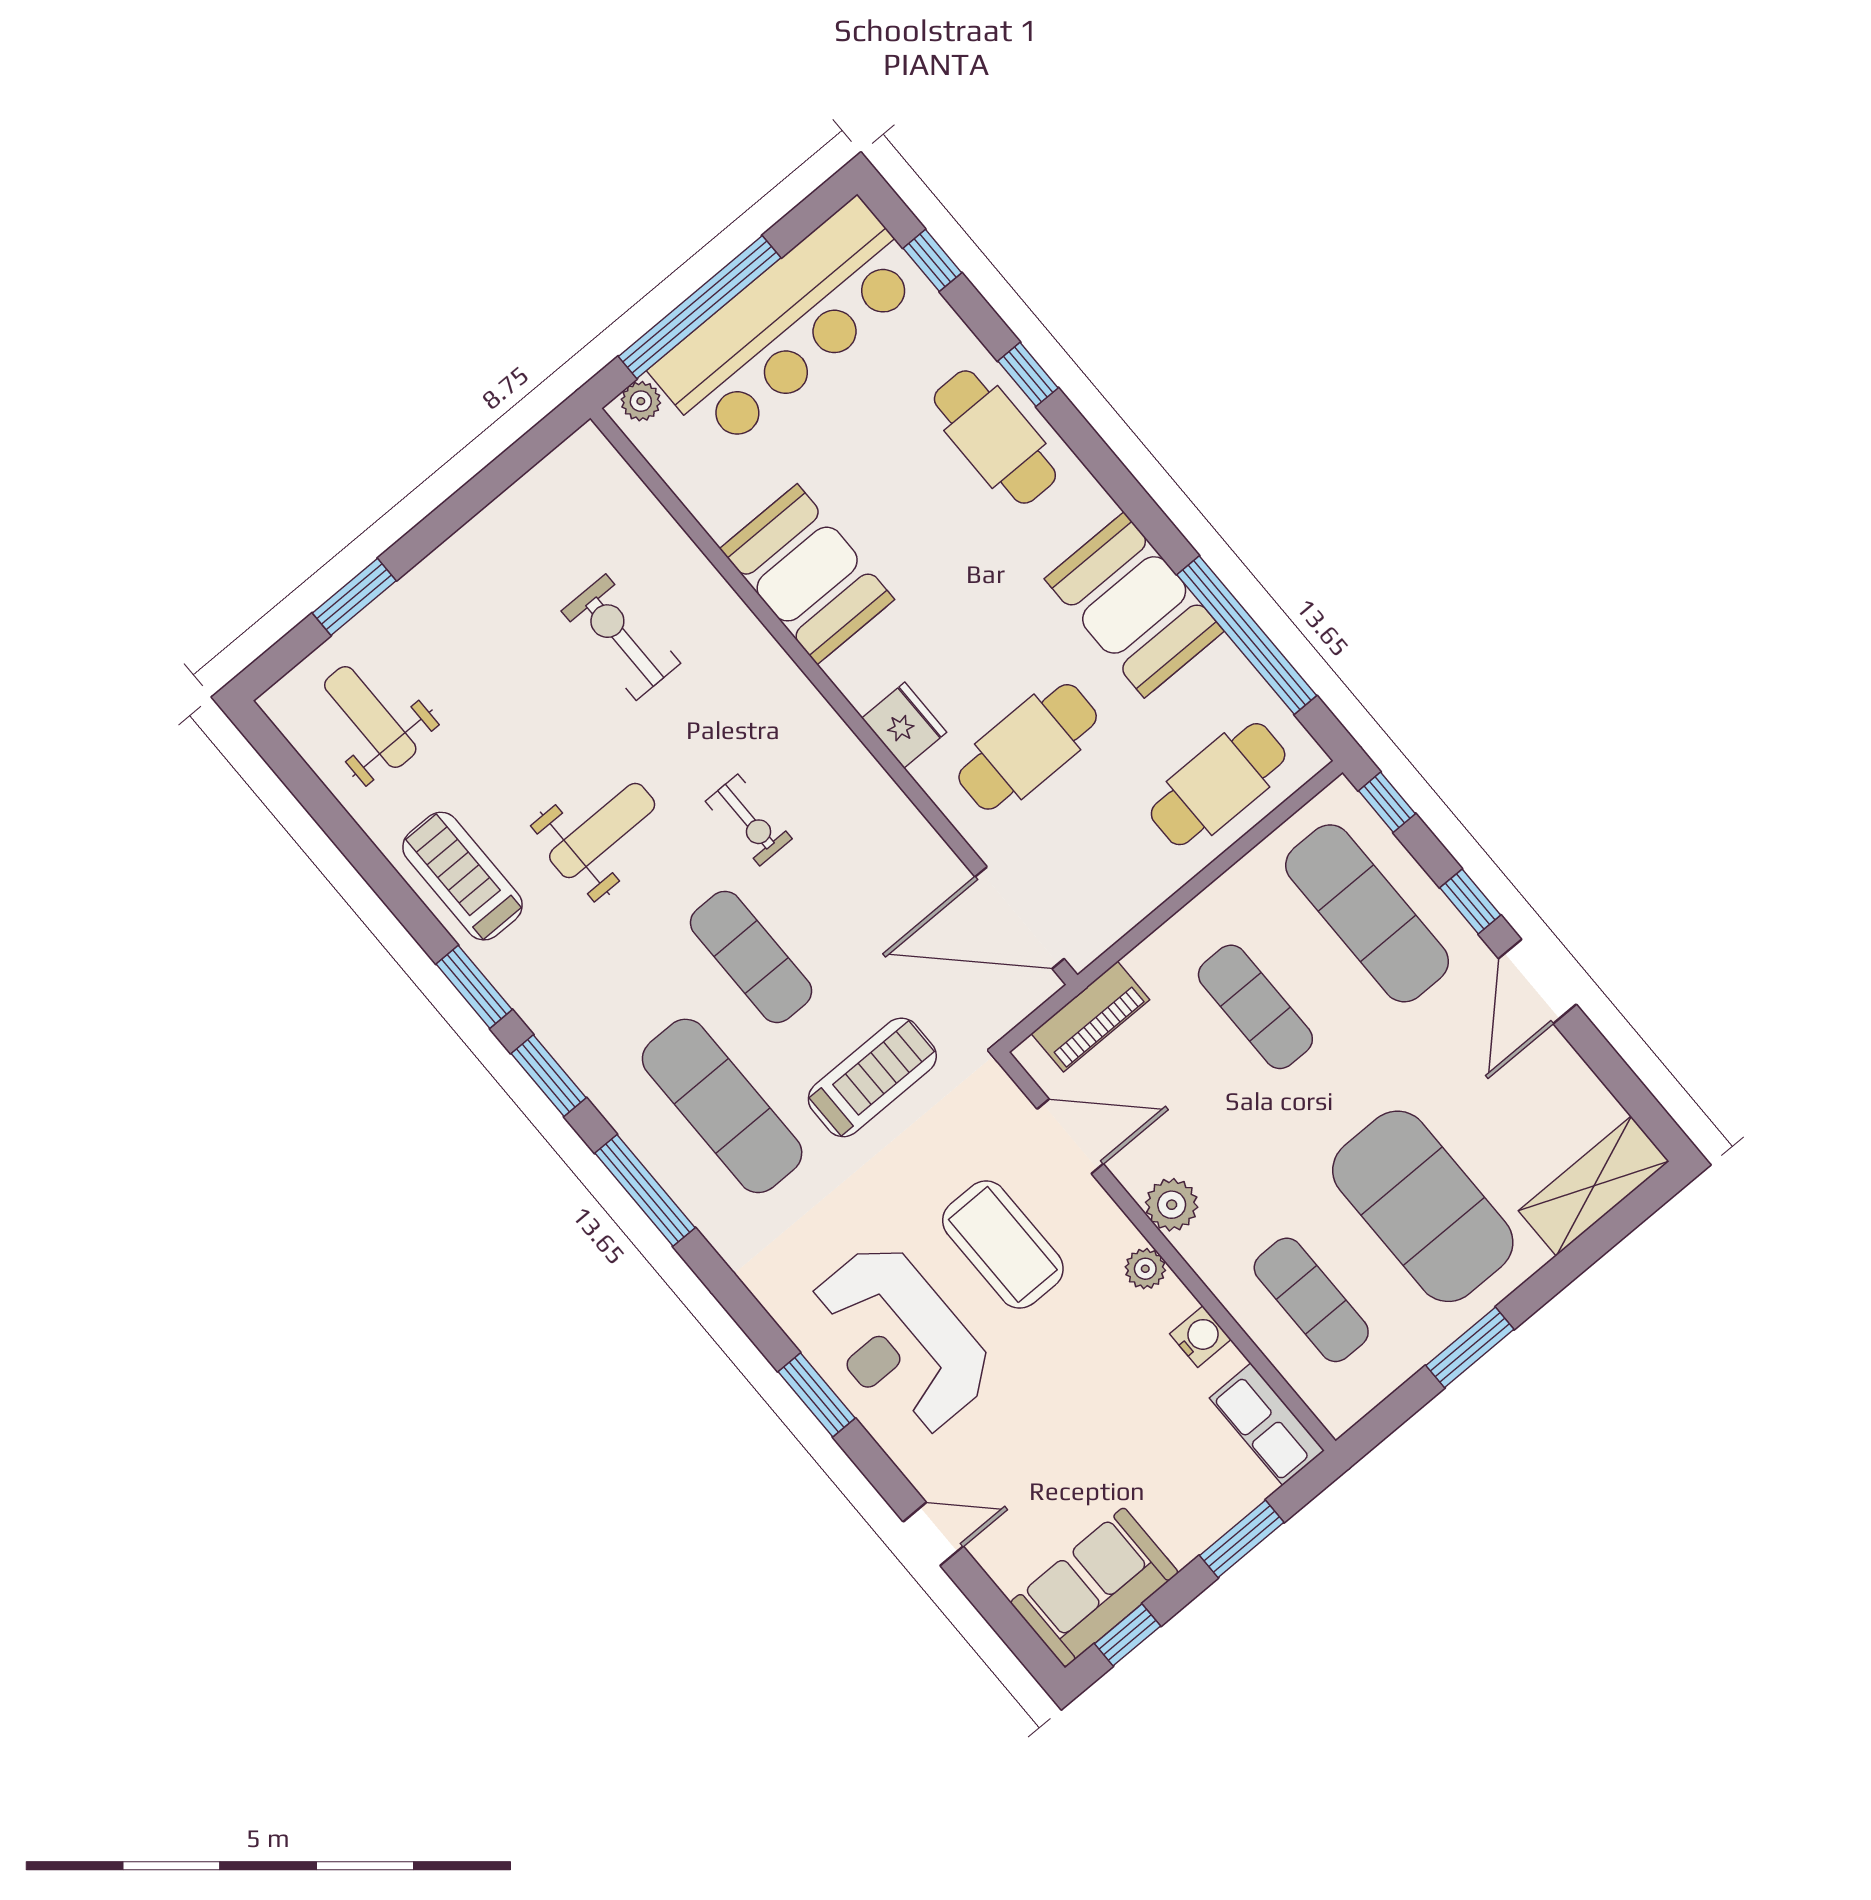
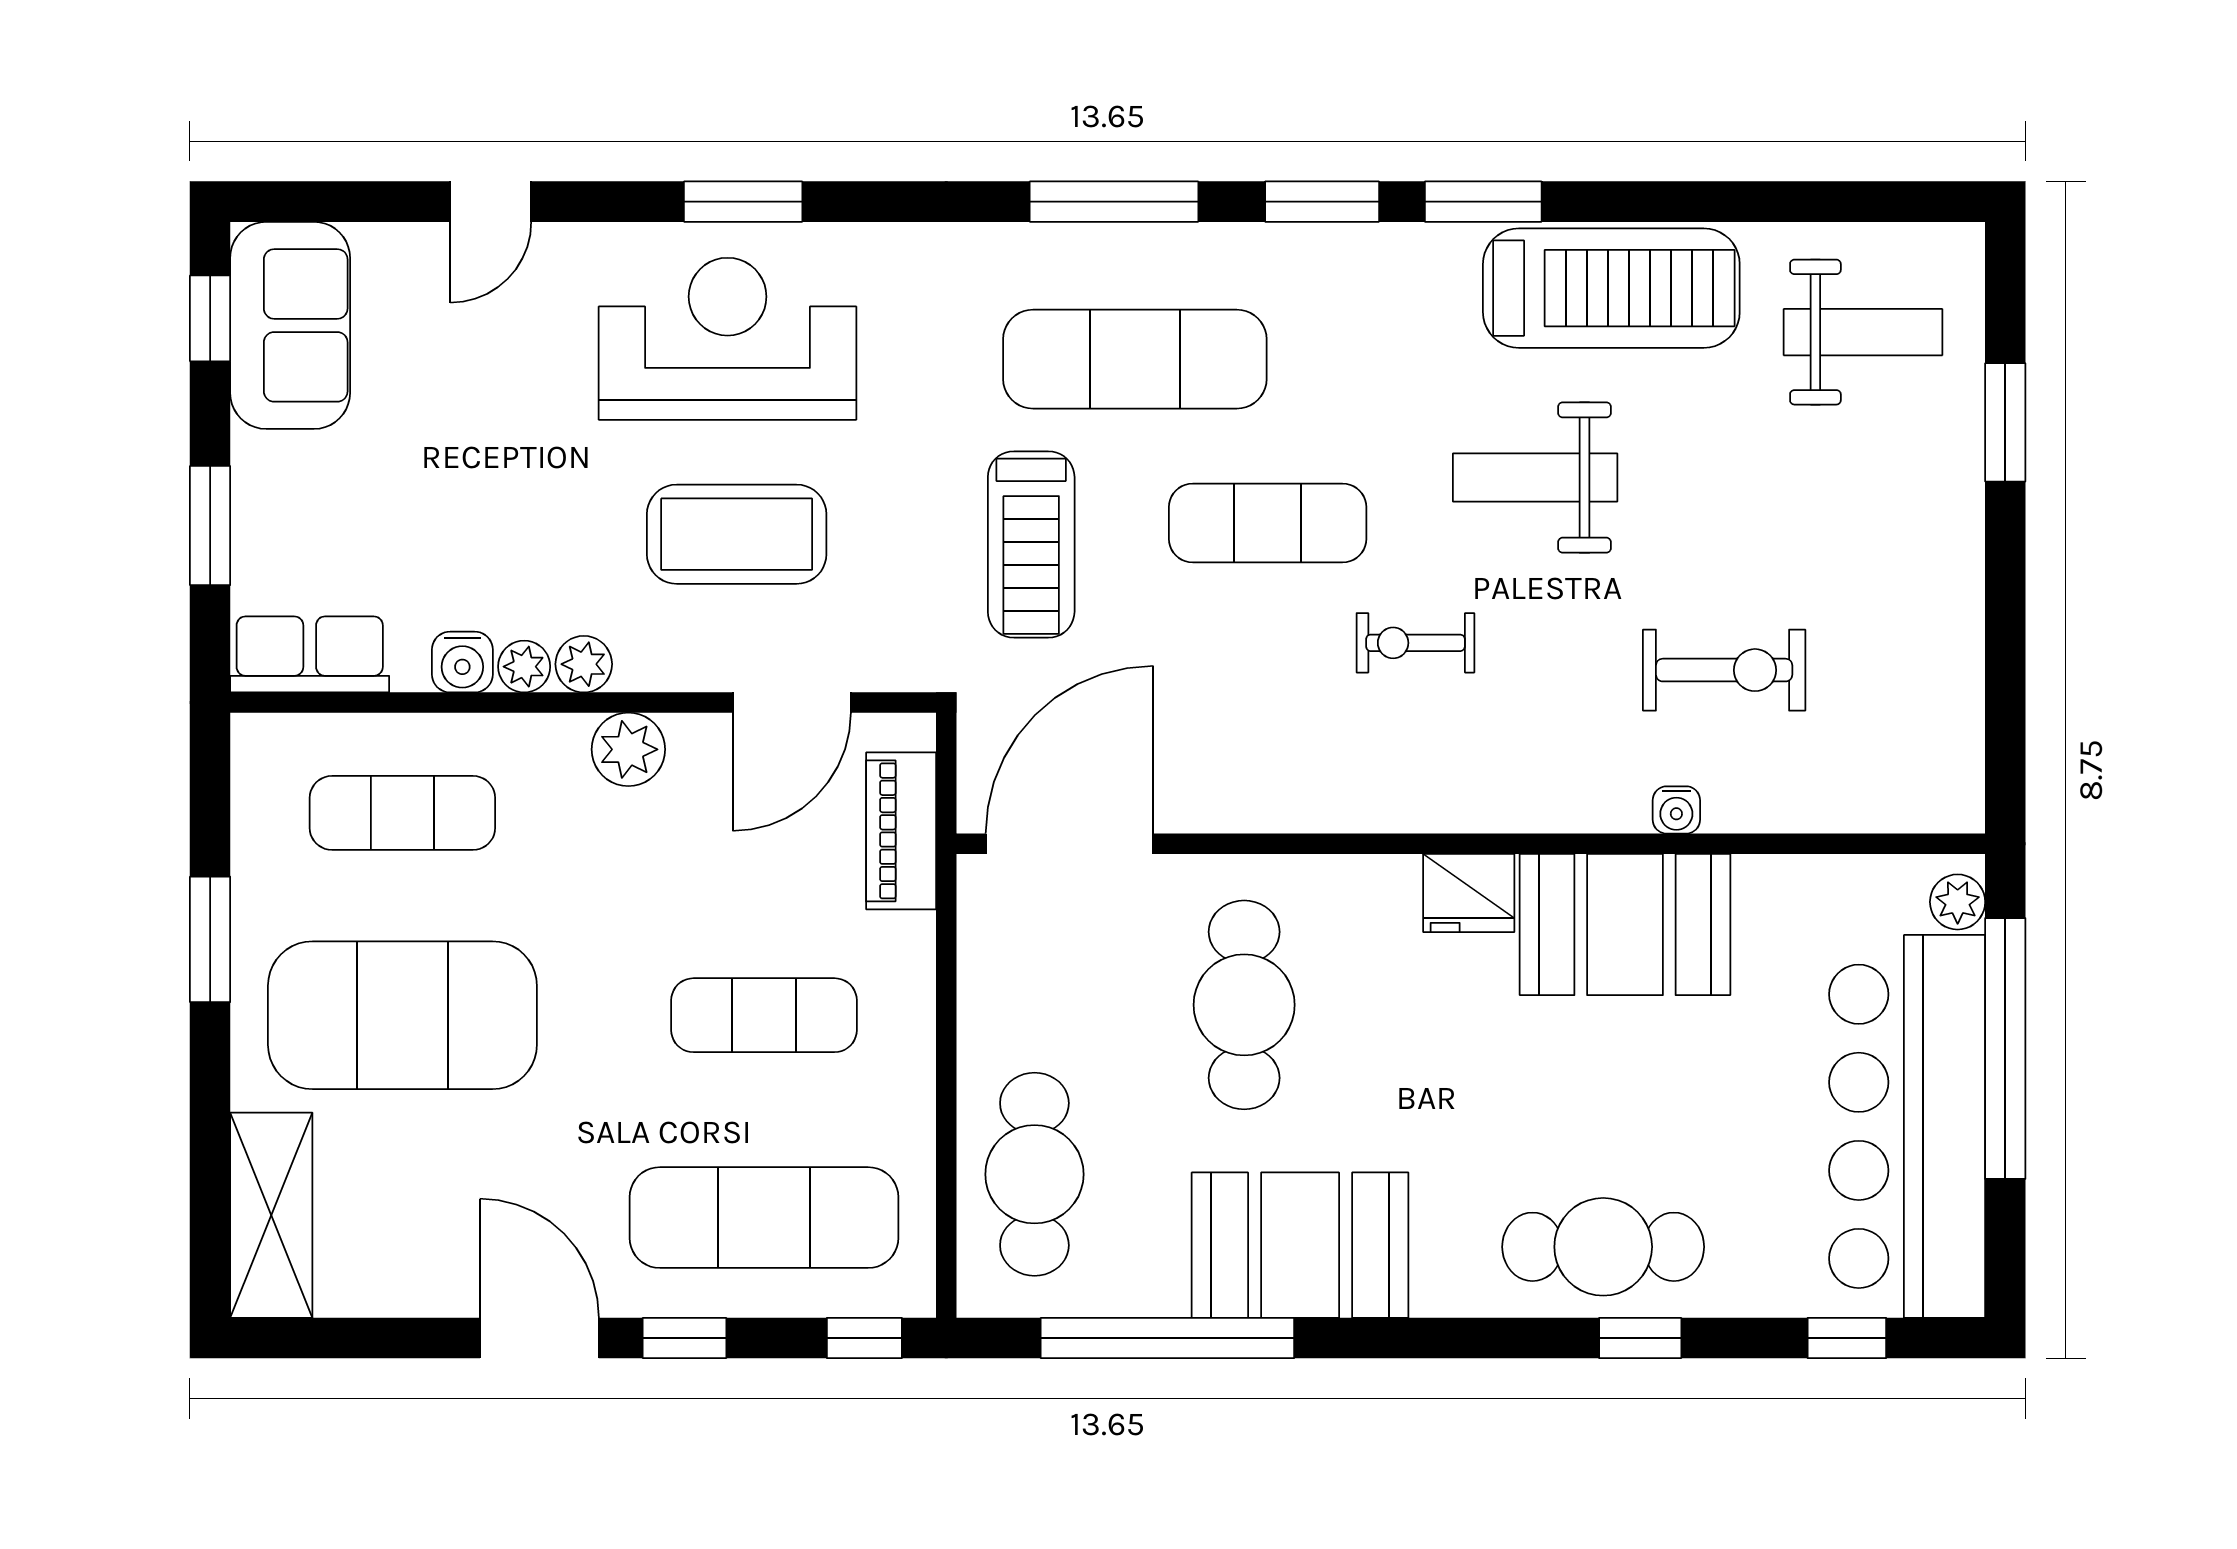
water cooler: (720, 599) -> (1676, 810), added
fridge: (904, 725) -> (1469, 893), moved
weight bench: (602, 830) -> (1535, 478), turned 90
treadmill: (462, 876) -> (1611, 288), width x1.37, depth x1.38
plant: (1174, 1301) -> (524, 667), added

